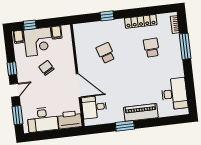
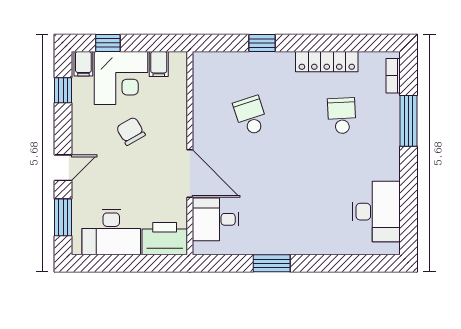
window: (12, 68) -> (63, 90), moved
piano: (141, 112) -> (306, 241), removed

